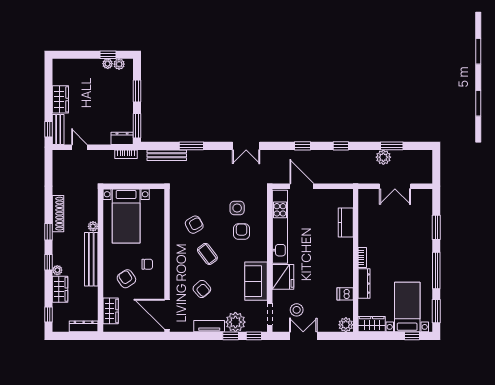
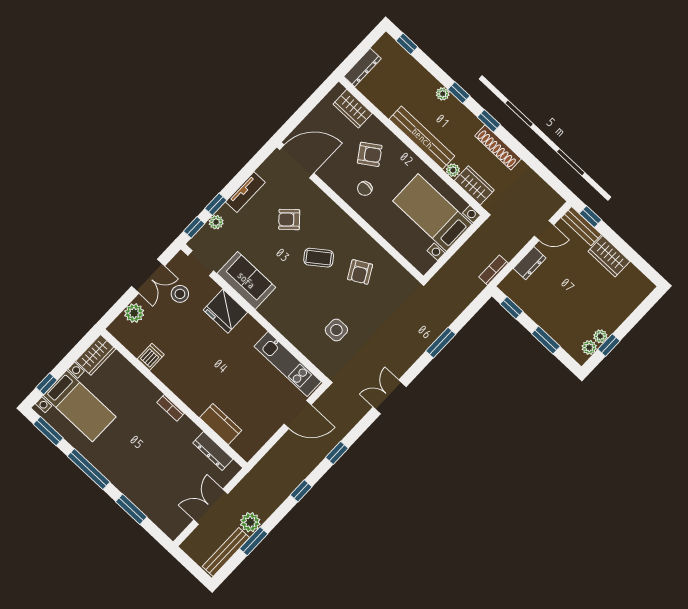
window: (137, 126) -> (511, 308), width x0.67
dresser: (122, 138) -> (530, 263), moved
bench: (167, 155) -> (226, 552), moved
kitchen unit: (280, 227) -> (288, 364), width x0.73
armchair: (242, 232) -> (309, 312), removed
dresser: (364, 284) -> (213, 451), moved
wardrobe: (60, 289) -> (474, 185), moved, turned 180
plant: (235, 322) -> (216, 222), width x0.53, depth x0.53
plant: (346, 325) -> (134, 313), moved

